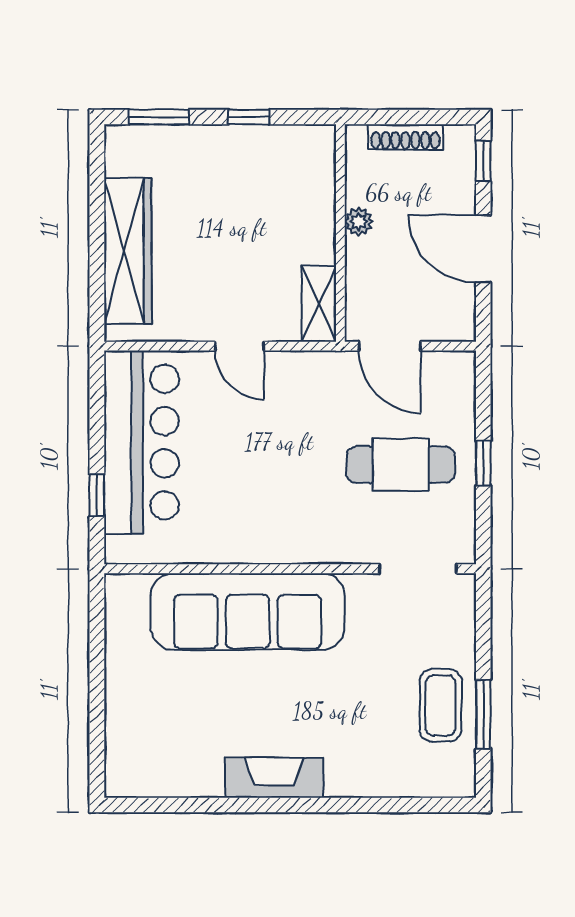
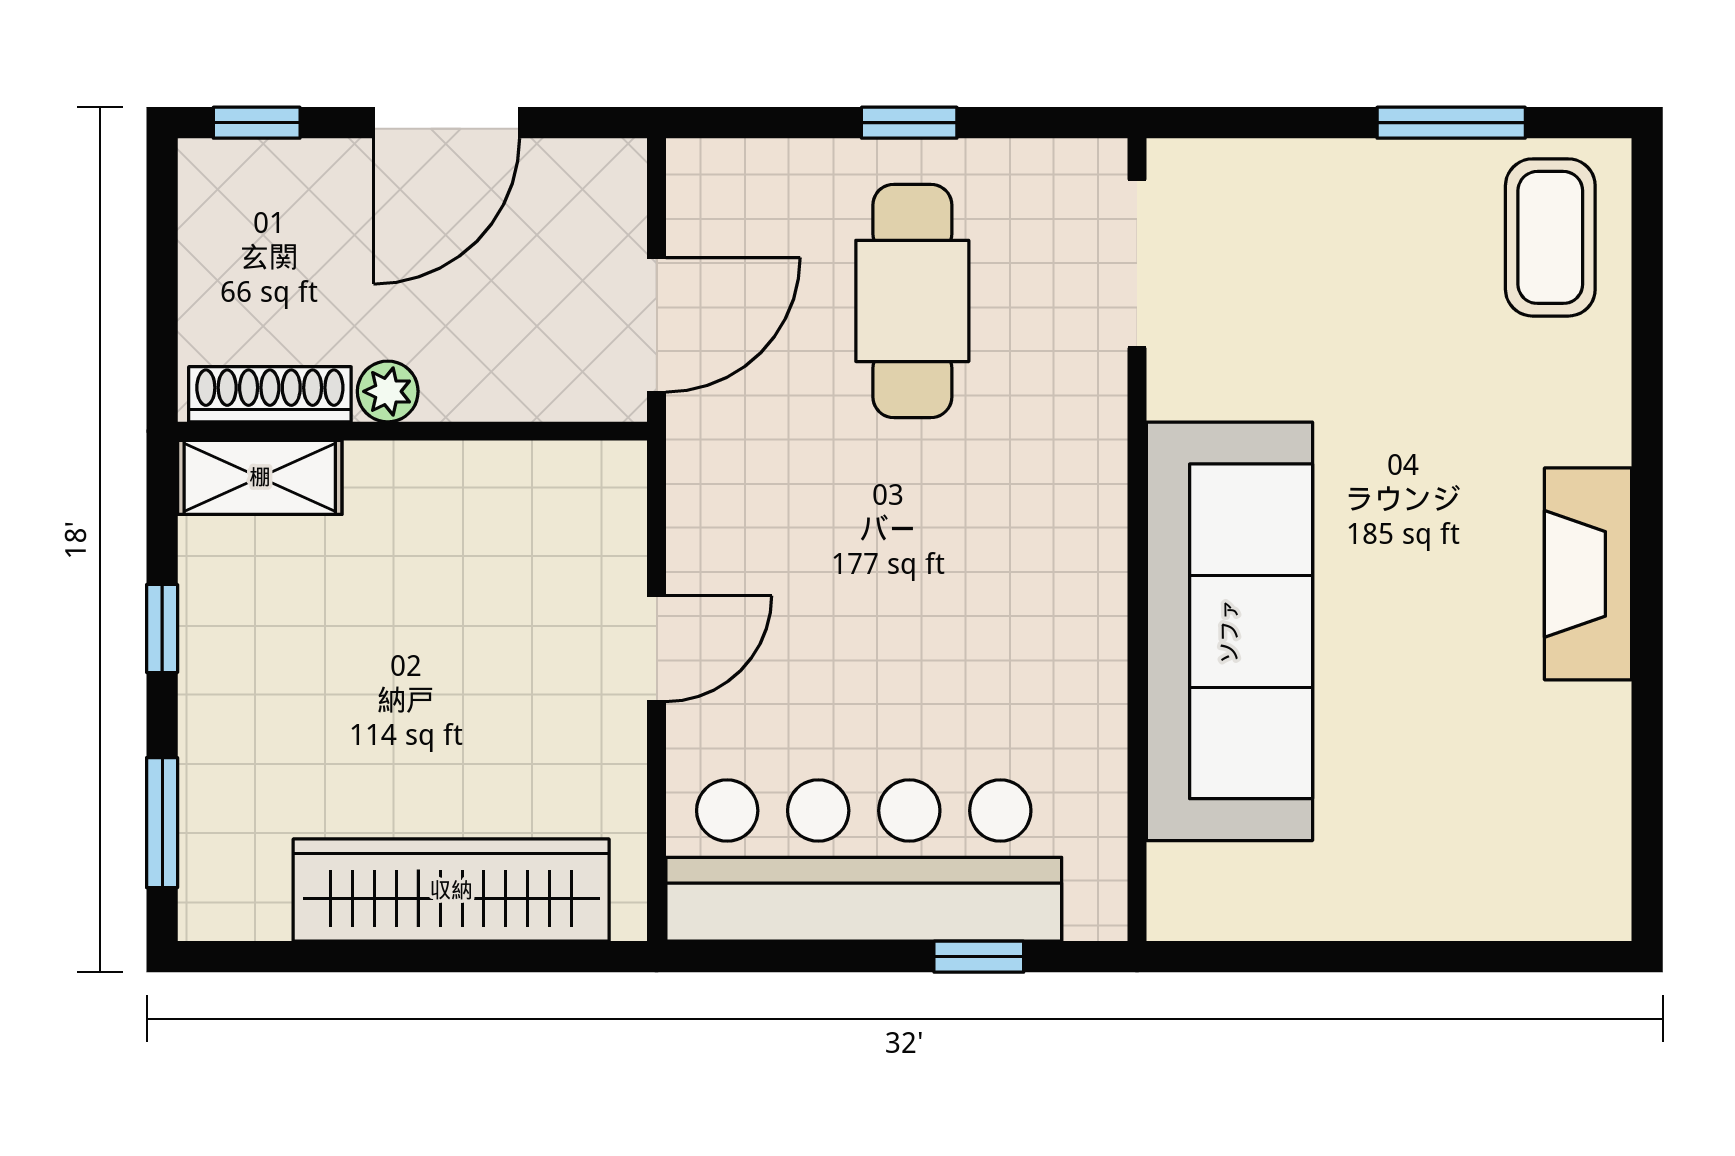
shoe rack: (405, 137) -> (270, 394), moved, turned -90
shelving: (319, 304) -> (260, 477), moved
coffee table: (441, 705) -> (1550, 237), moved, turned 90

